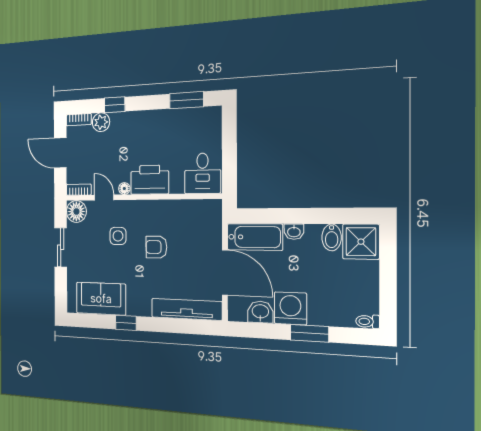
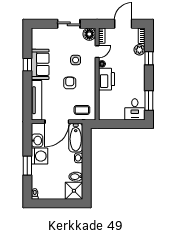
desk: (203, 173) -> (135, 109), moved, turned -90
coffee table: (204, 225) -> (82, 110), added
sofa: (101, 299) -> (40, 64), moved

